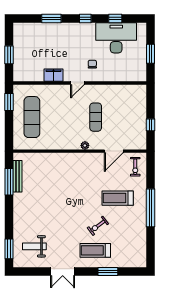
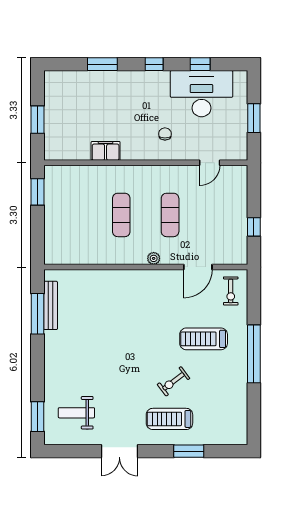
door: (77, 83) -> (210, 163), moved
exercise mat: (32, 117) -> (121, 215), moved, width x0.73, depth x0.69

